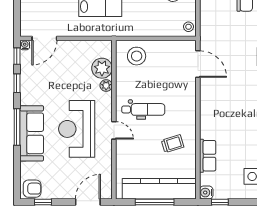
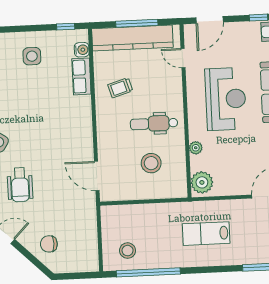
stool: (188, 27) -> (109, 216), removed
stool: (137, 56) -> (151, 163), moved
plant: (102, 68) -> (202, 182), moved
door: (114, 130) -> (183, 58), moved
water cooler: (206, 193) -> (82, 50), moved

